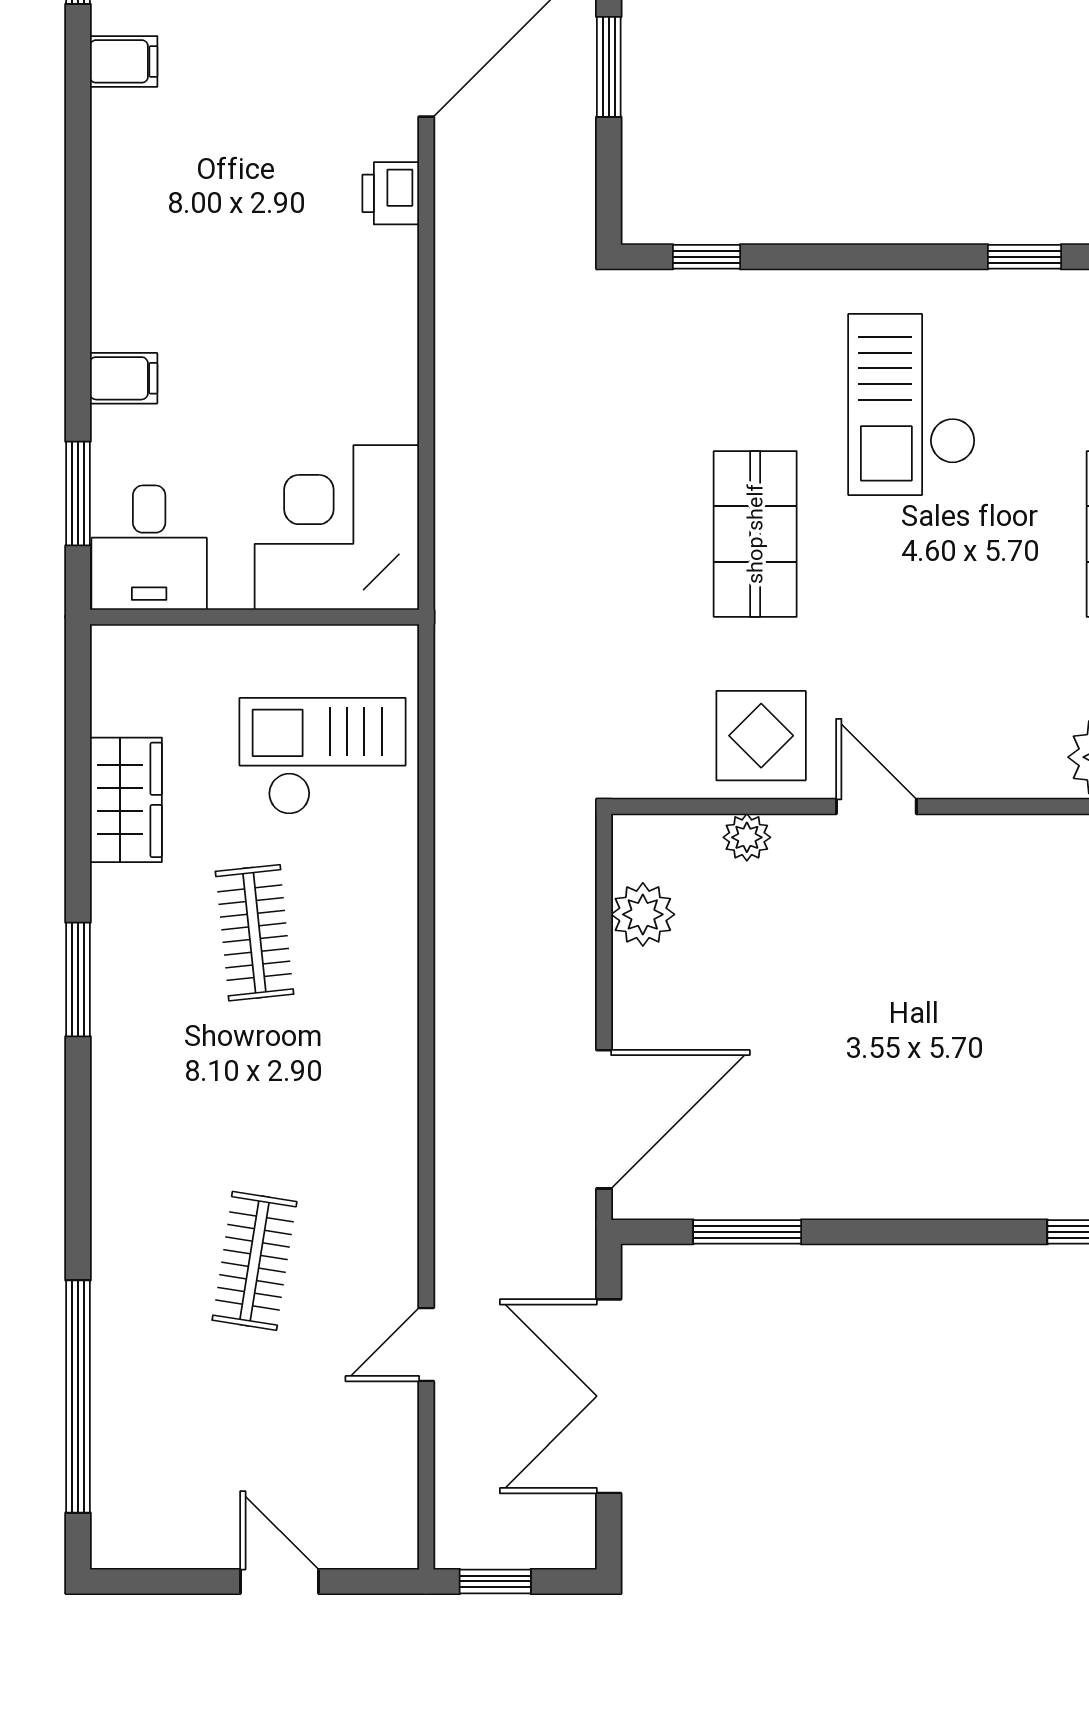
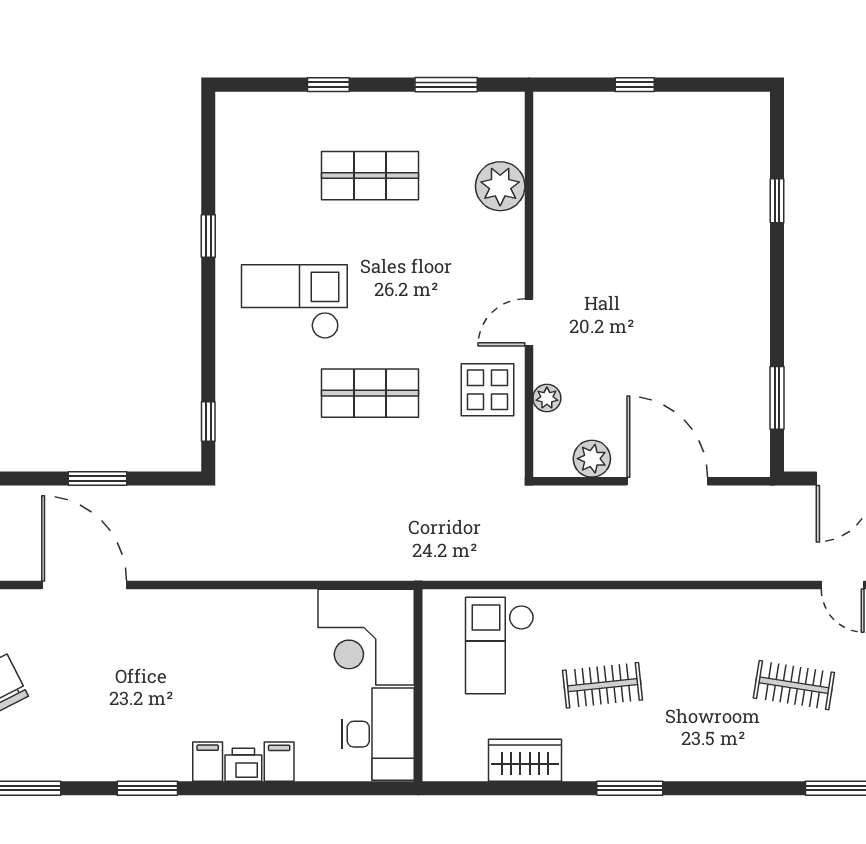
filing cabinet: (124, 61) -> (208, 762), moved
printer: (391, 193) -> (243, 765), moved, turned 180
checkout: (912, 404) -> (294, 302), turned 180
window: (78, 494) -> (147, 788), moved
desk: (149, 548) -> (378, 734), width x1.37
door: (604, 1119) -> (667, 481), moved

